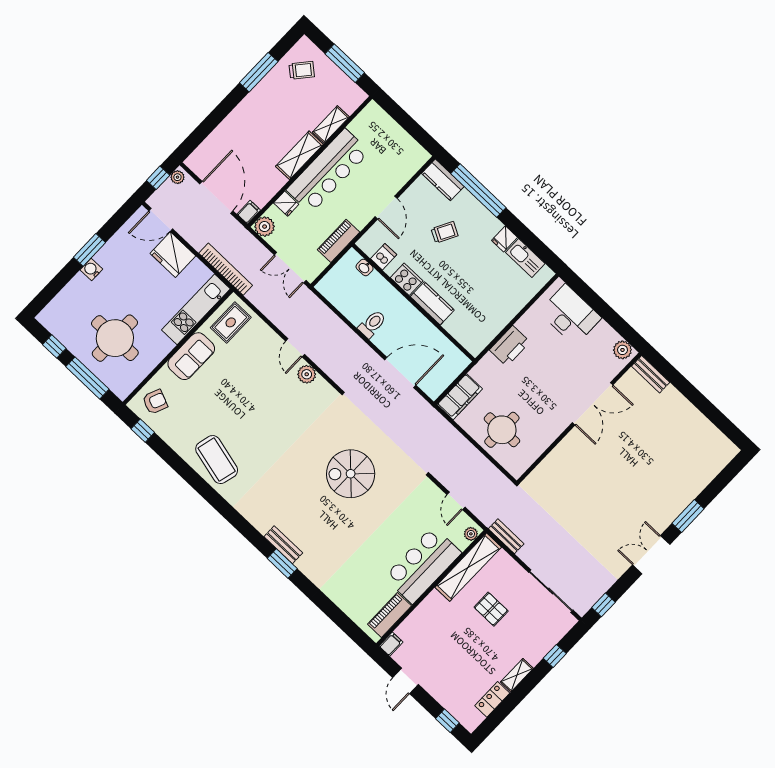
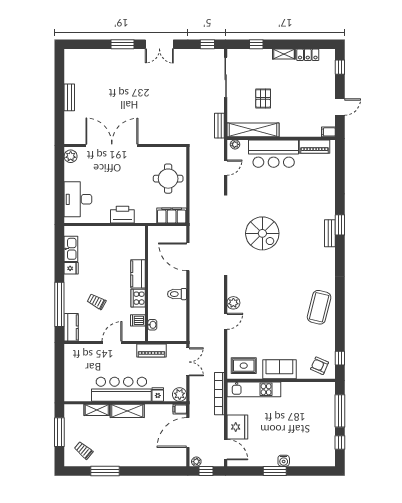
round table: (115, 338) -> (307, 416), removed
bench: (651, 374) -> (69, 97), moved
double door: (593, 404) -> (112, 145), width x1.36

